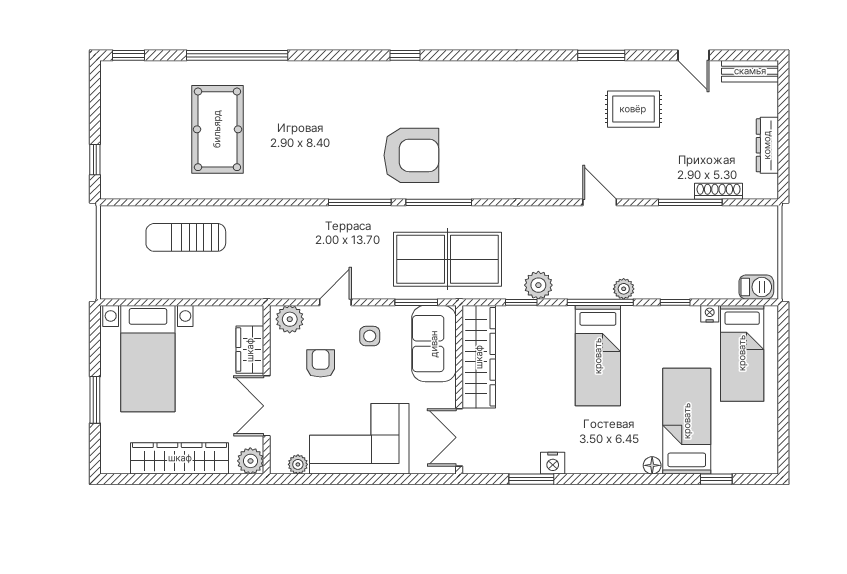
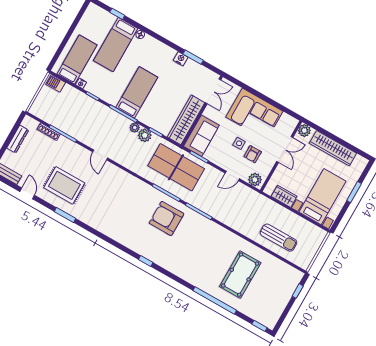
rug: (633, 109) -> (64, 185), width x1.36, depth x1.43
plant: (624, 289) -> (135, 128), moved
side table: (370, 336) -> (239, 143), moved
wardrobe: (250, 350) -> (284, 196), moved, turned -90
plant: (298, 464) -> (286, 118), removed

